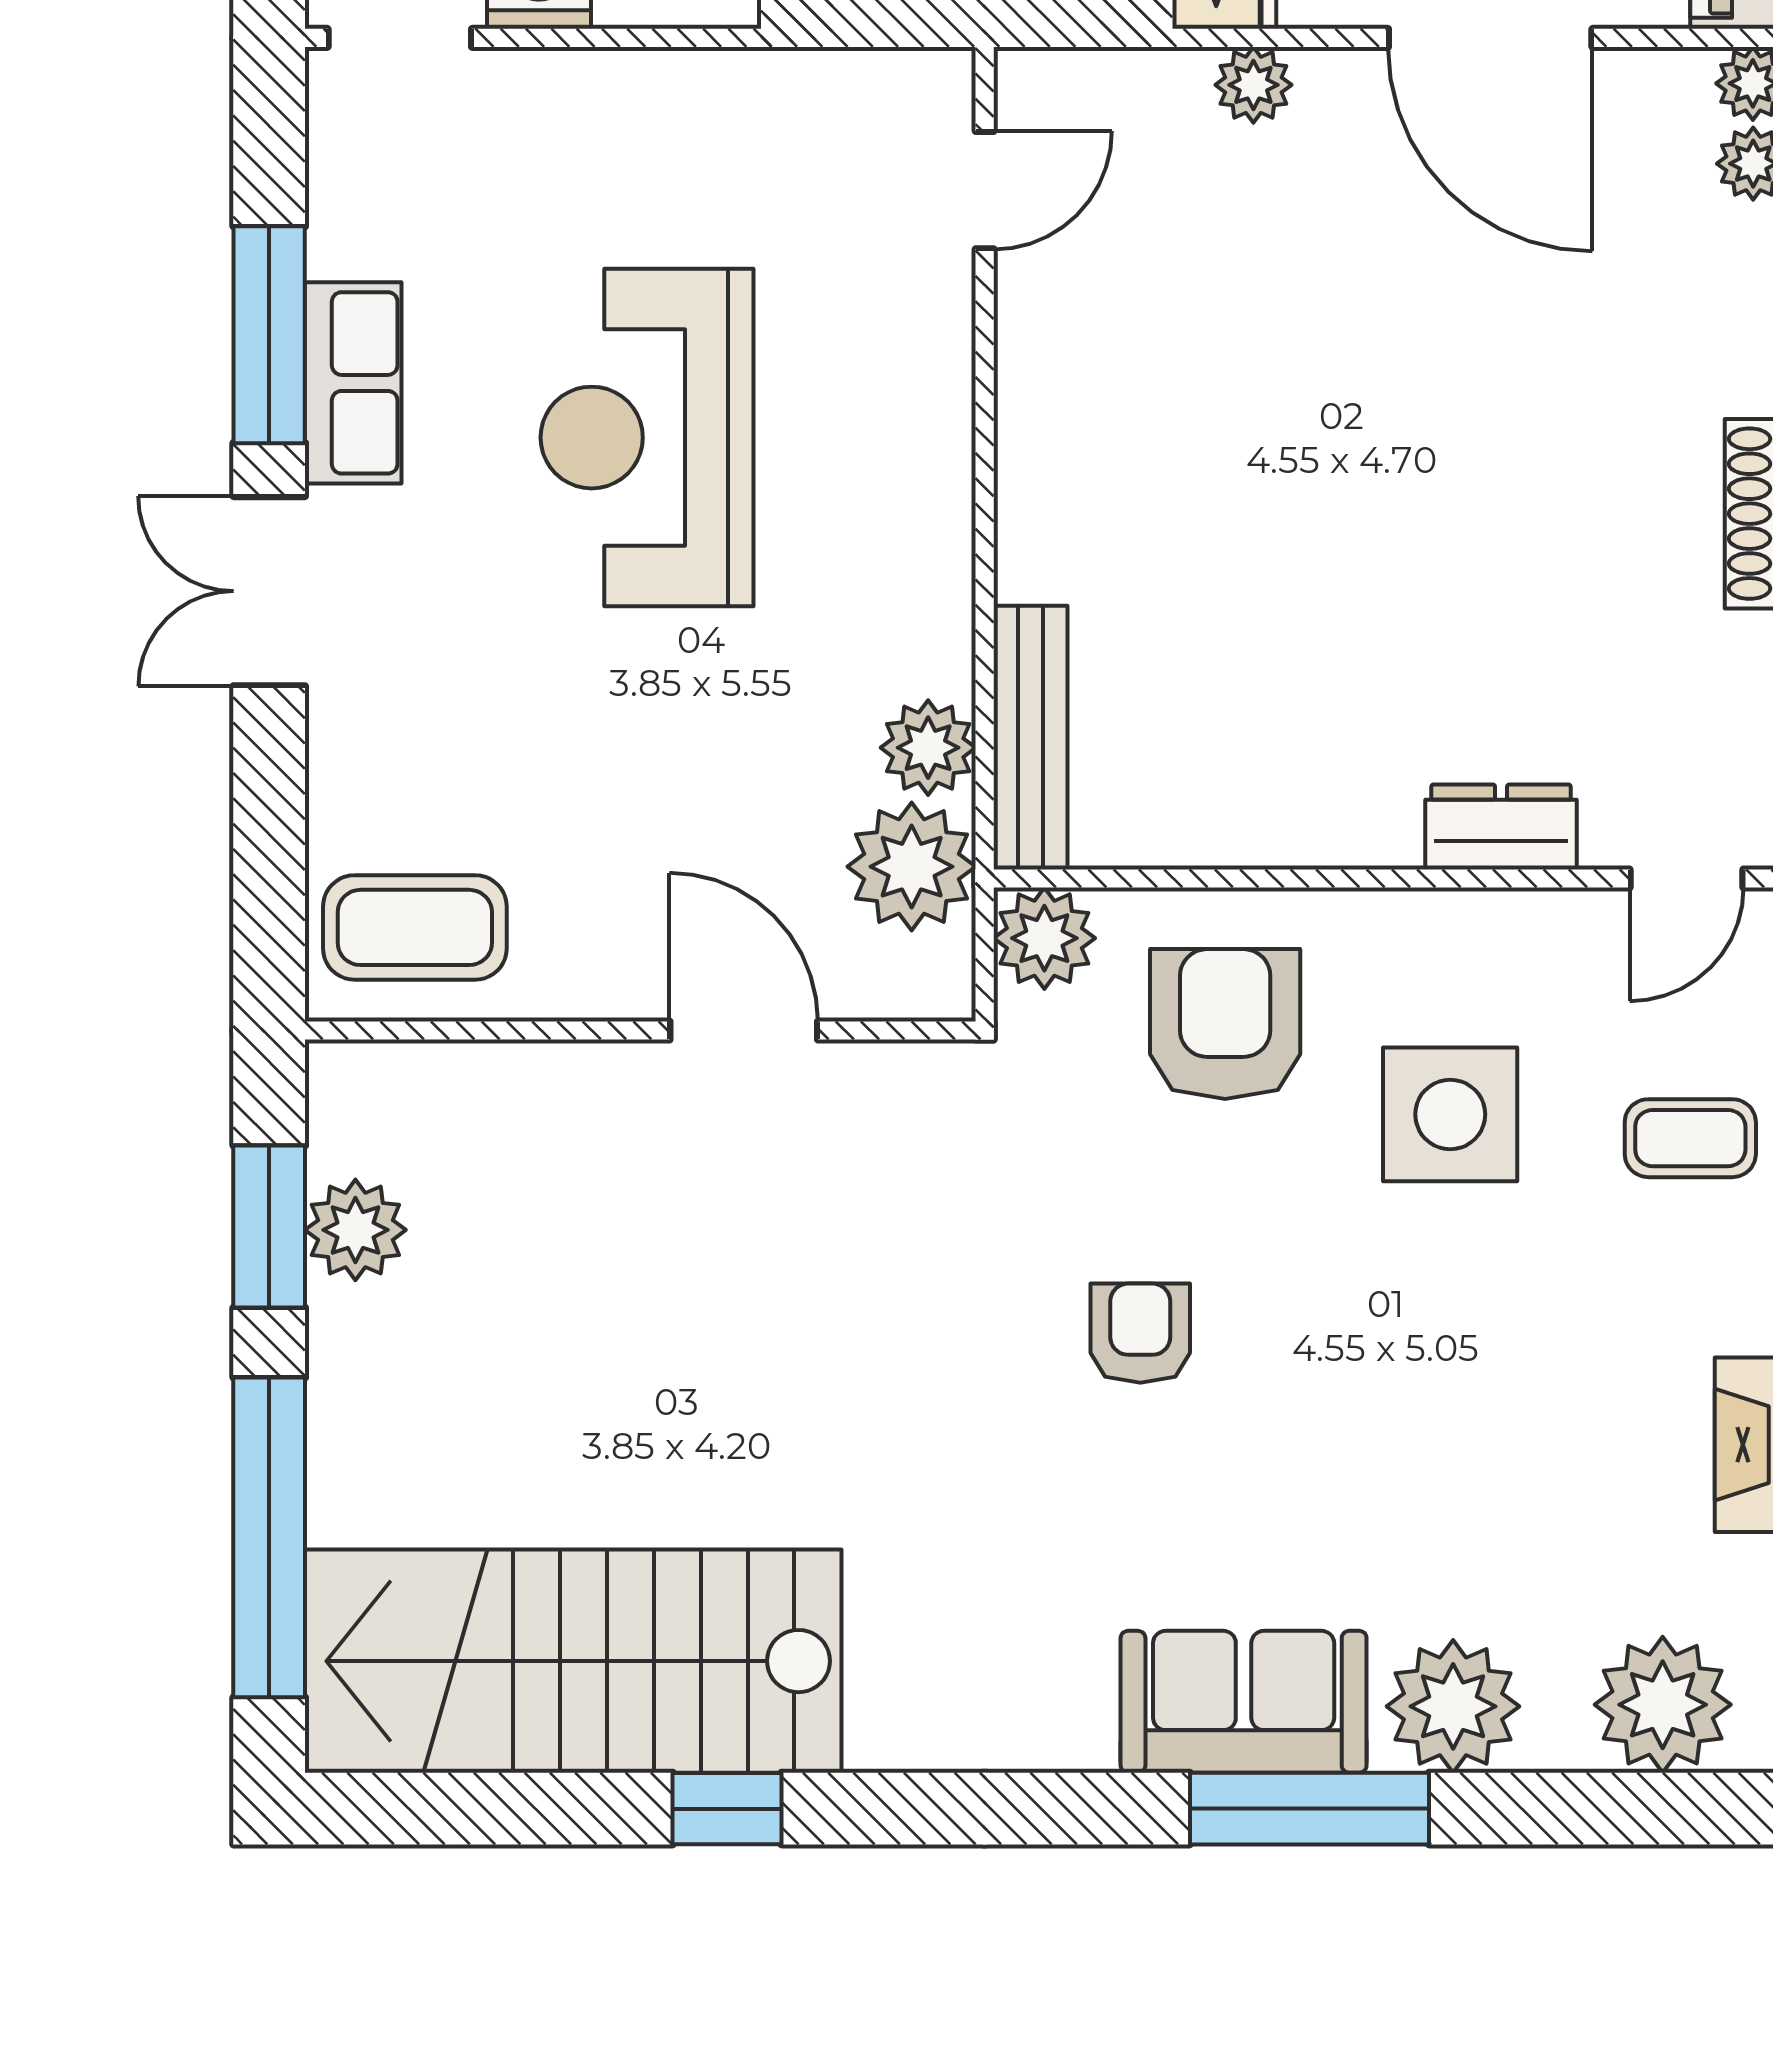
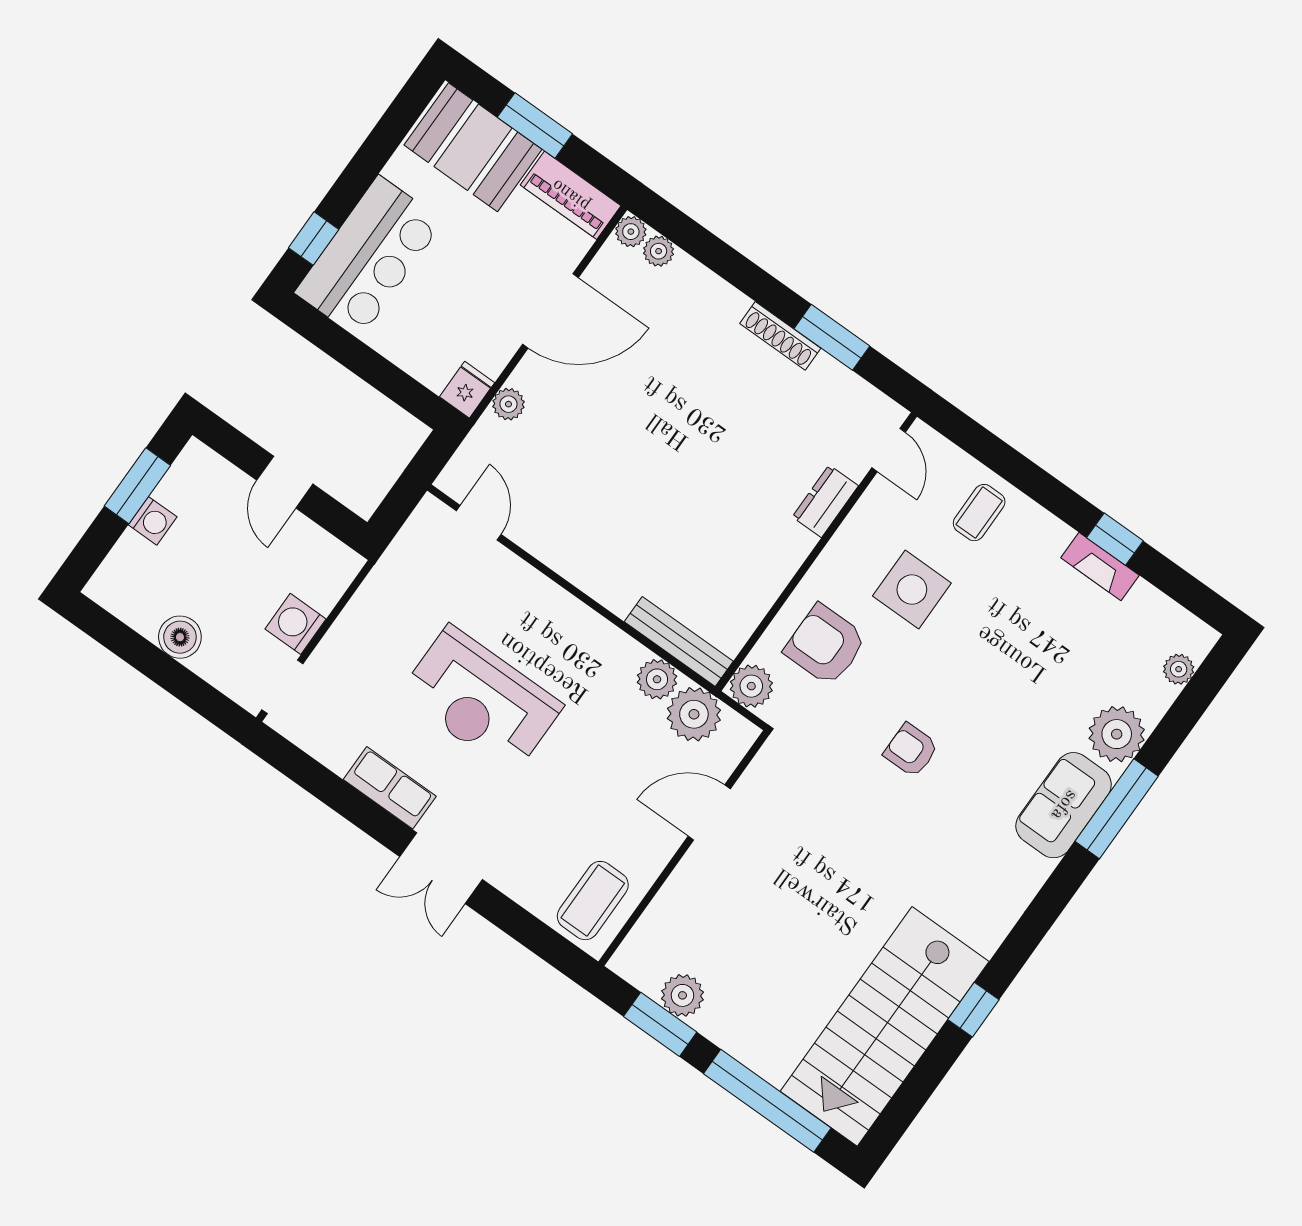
window: (269, 335) -> (353, 805), removed
plant: (1663, 1705) -> (1179, 669), width x0.53, depth x0.53

